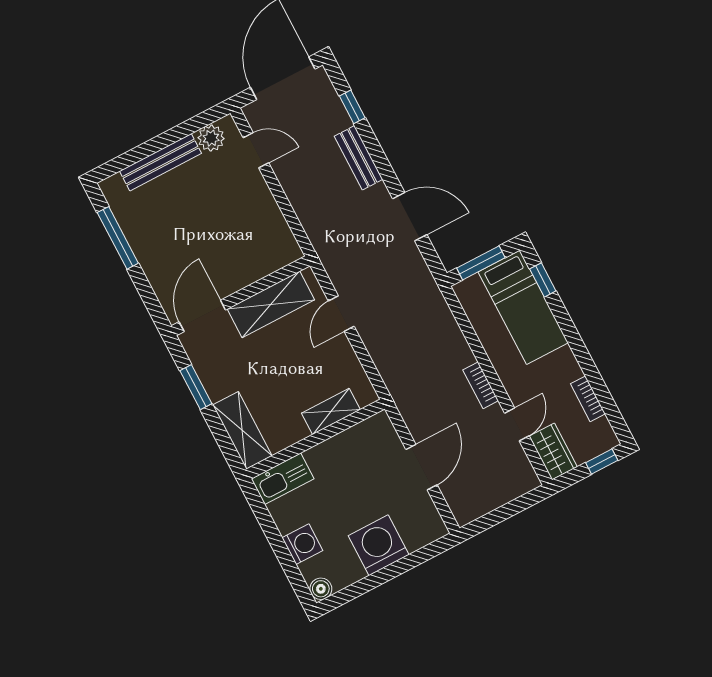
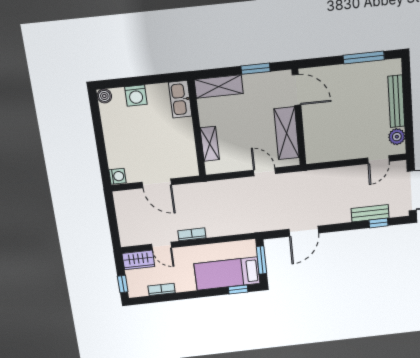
bench: (358, 158) -> (370, 213), moved
washing machine: (379, 545) -> (117, 176), moved, width x0.53, depth x0.53

